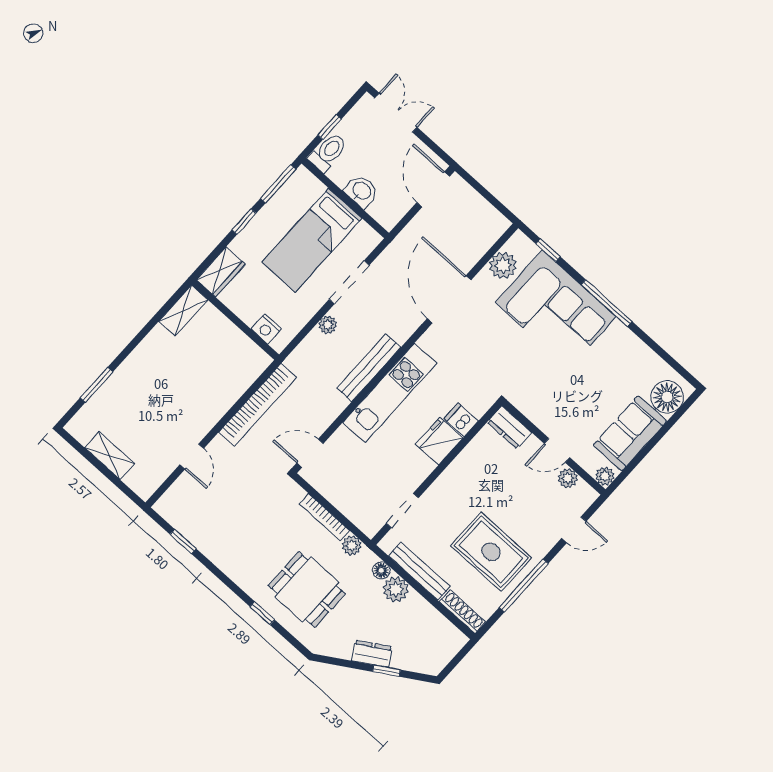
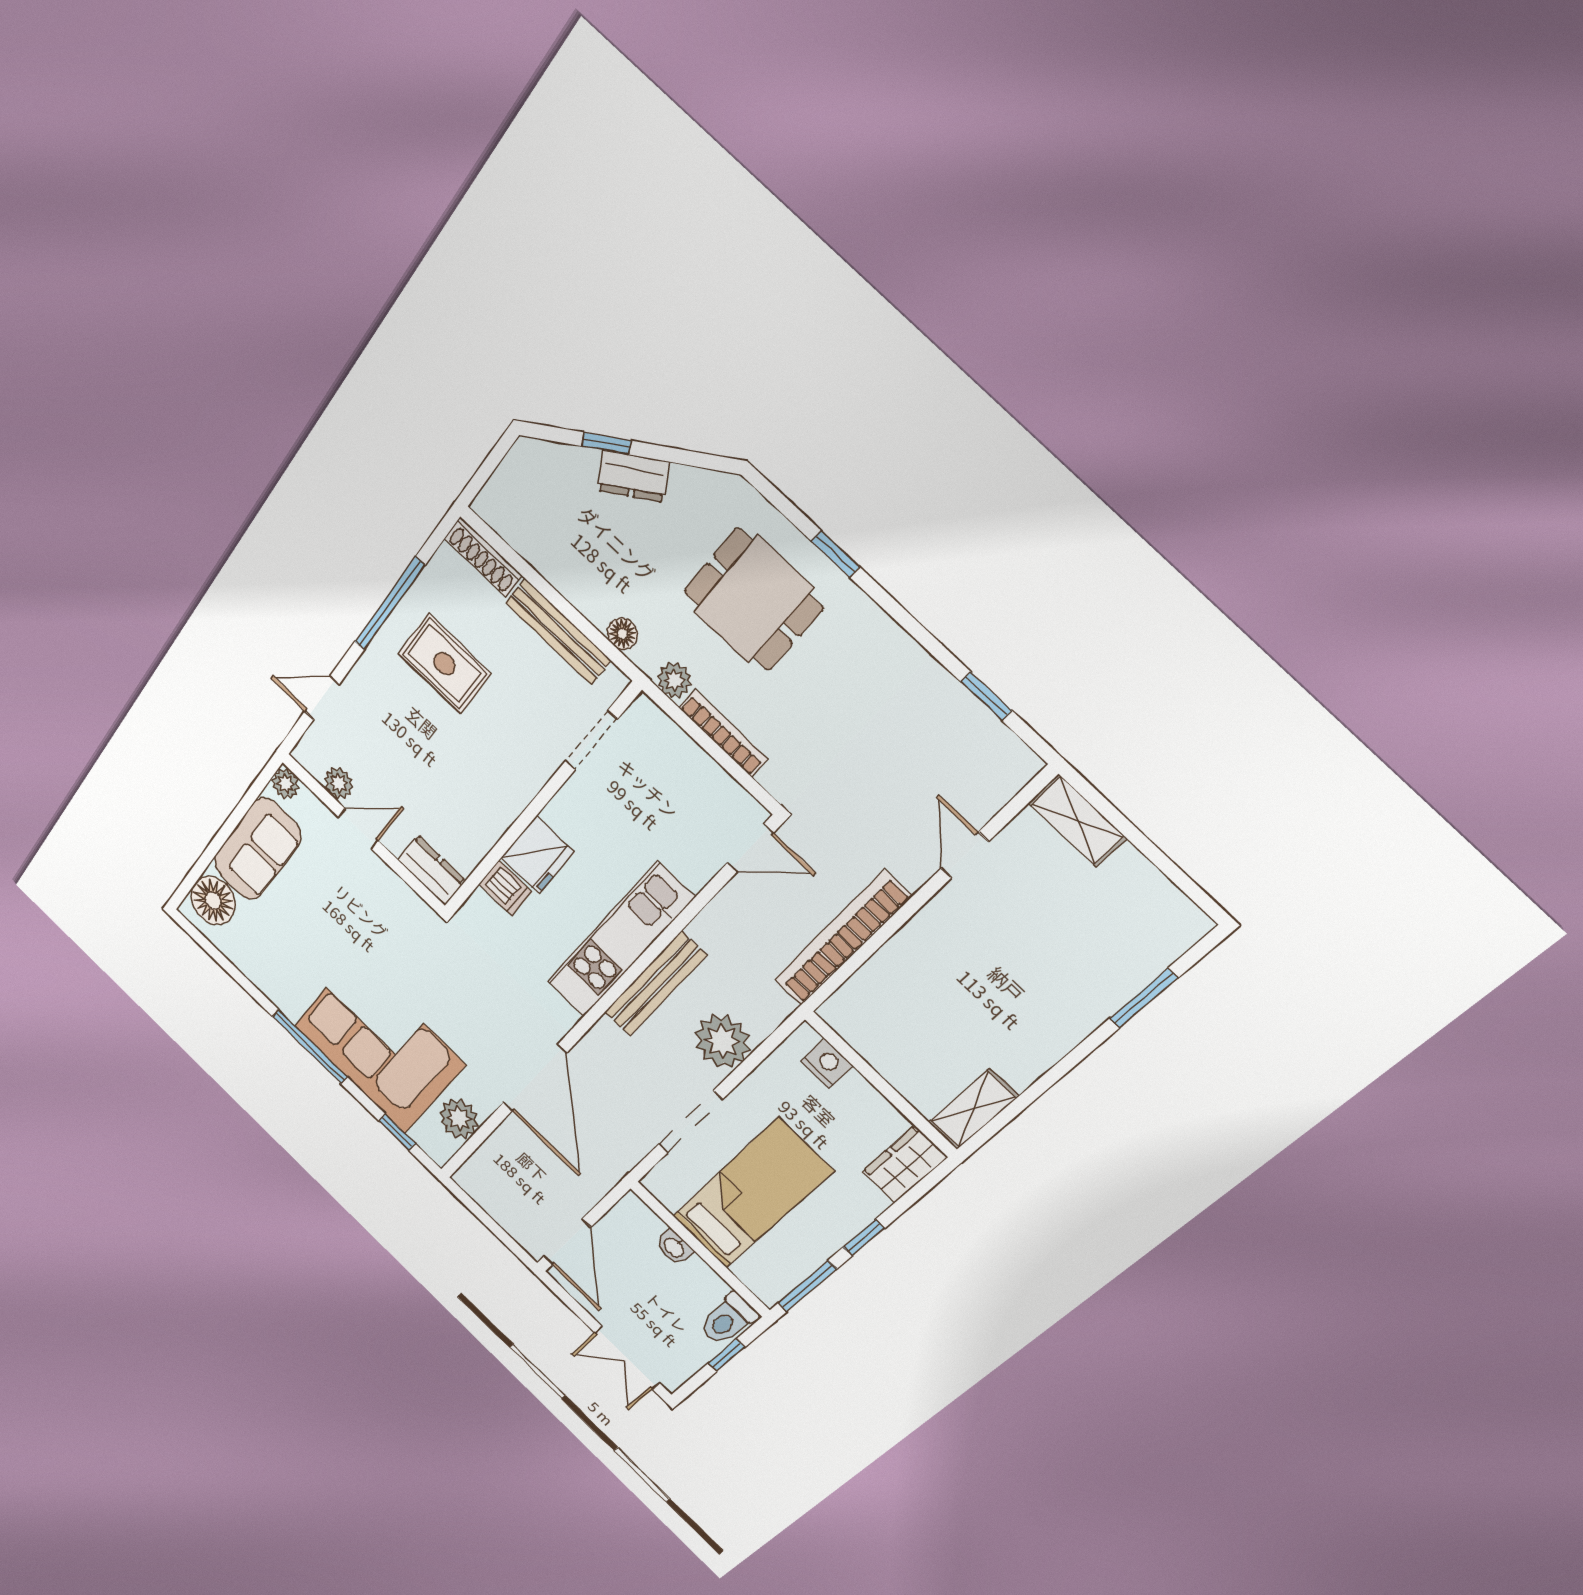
washbasin: (361, 191) -> (674, 1247), width x0.72, depth x0.69
plant: (328, 325) -> (722, 1041), width x1.88, depth x1.88
shelving: (110, 456) -> (1077, 821), moved
rug: (491, 552) -> (445, 664), width x0.73, depth x0.70
plant: (396, 589) -> (597, 599), removed

